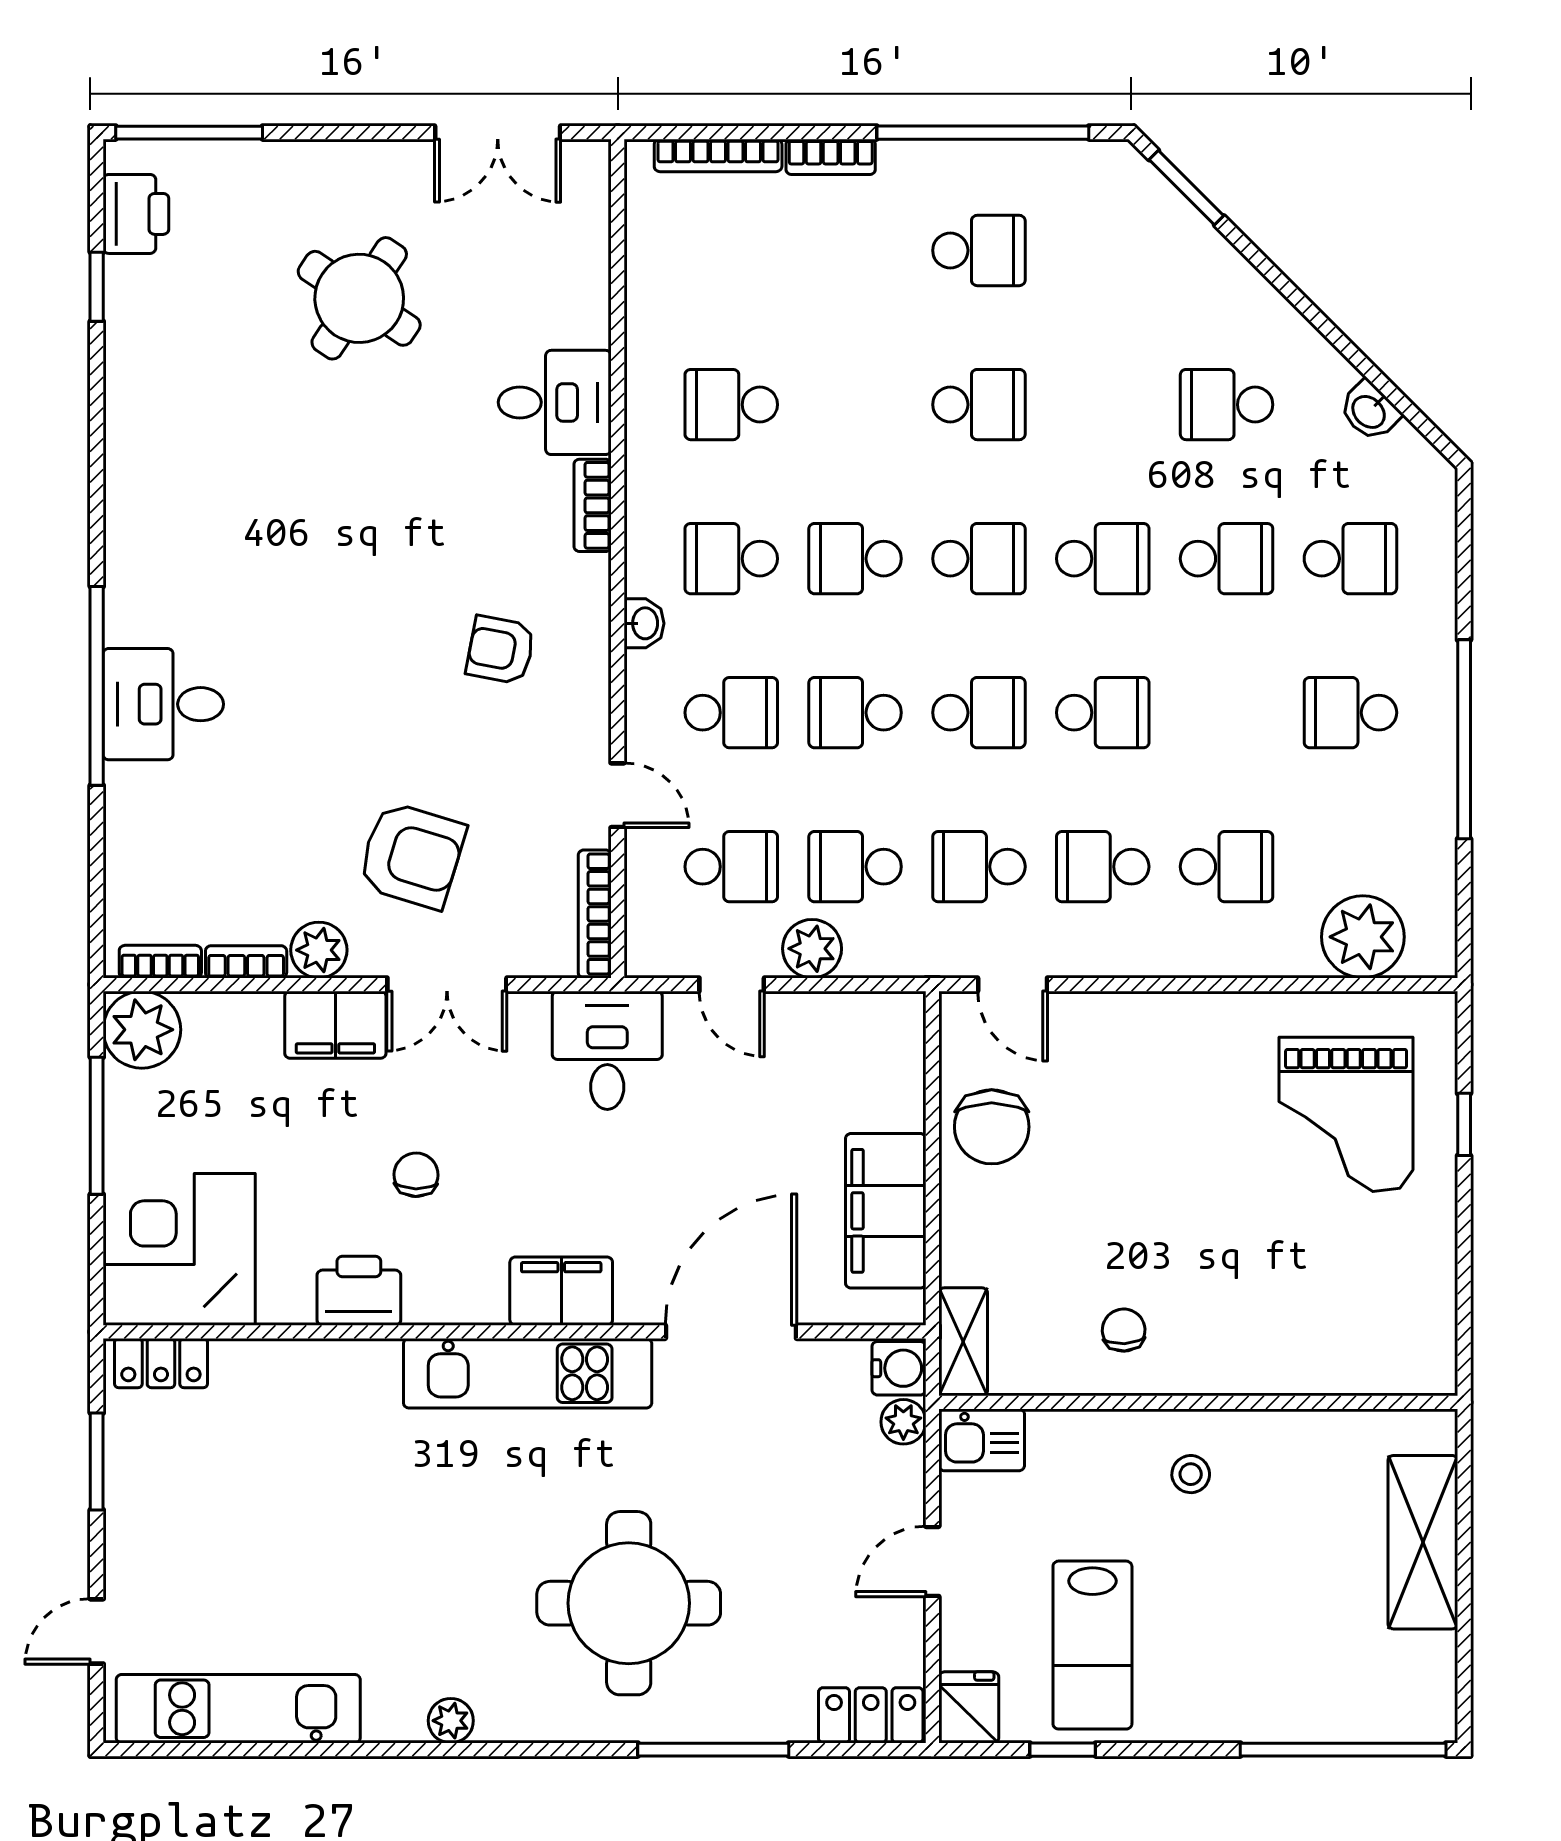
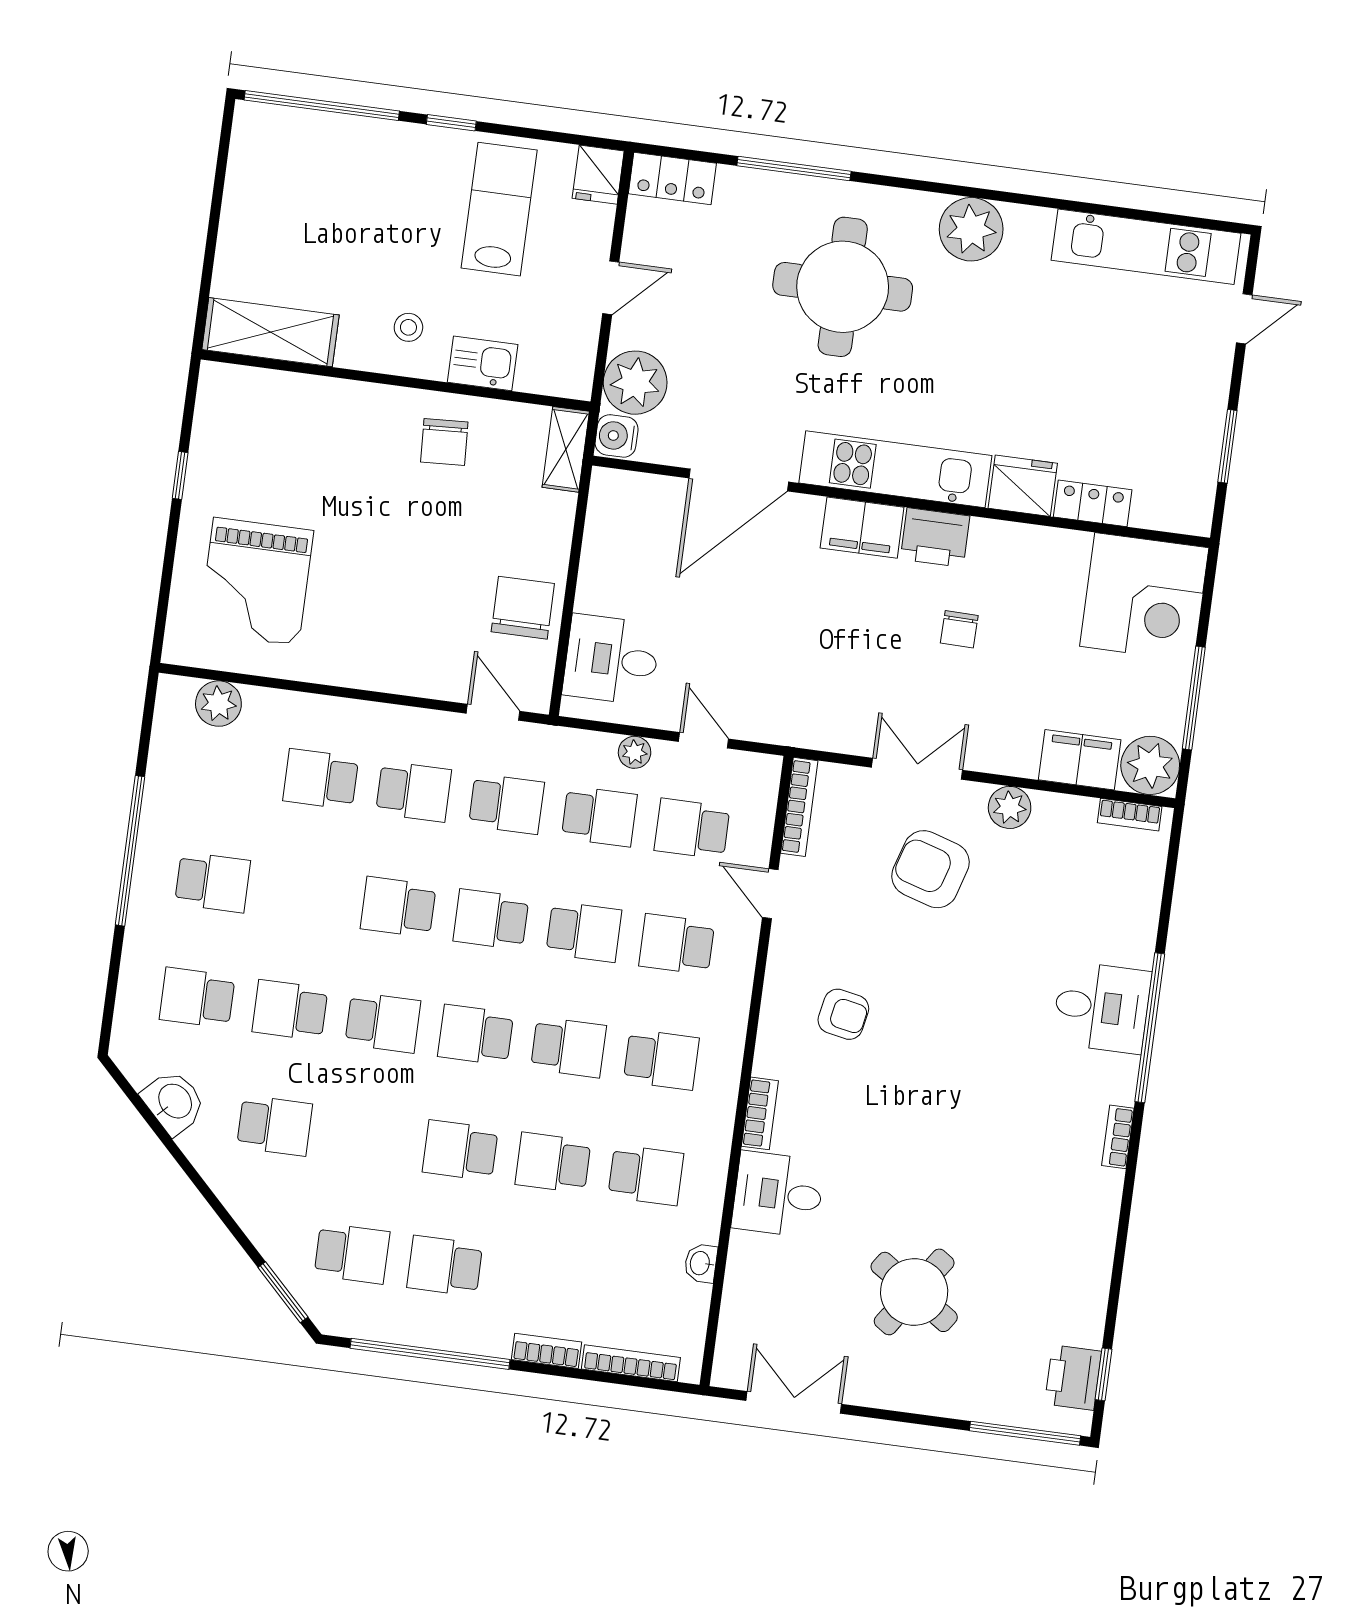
school desk: (1103, 250) -> (352, 1253), added
window: (97, 287) -> (1103, 1374), moved
school desk: (855, 405) -> (553, 1163), added
washbasin: (1369, 411) -> (174, 1102), width x1.38, depth x1.45
school desk: (1103, 559) -> (383, 1023), turned 180
washbasin: (644, 623) -> (701, 1263), moved
plant: (1363, 937) -> (218, 704), width x0.73, depth x0.73
plant: (812, 949) -> (635, 752), width x0.73, depth x0.73
bookcase: (246, 962) -> (1118, 1137), moved, turned 90
filing cabinet: (335, 1025) -> (1080, 760), moved
desk: (607, 1050) -> (611, 660), moved, turned 90
grand piano: (1346, 1114) -> (256, 582), turned 180
window: (1464, 1124) -> (180, 475), moved
filing cabinet: (886, 1211) -> (611, 555), removed
printer: (359, 1291) -> (935, 538), moved
chair: (1124, 1330) -> (444, 442), width x1.37, depth x1.37
locker: (161, 1363) -> (1093, 503), moved
fridge: (358, 1374) -> (1023, 486), added
plant: (903, 1422) -> (635, 383), width x1.87, depth x1.87
kitchen sink: (982, 1440) -> (483, 363), moved
shelving: (1423, 1542) -> (270, 332), moved, turned 90
plant: (451, 1721) -> (971, 229), width x1.88, depth x1.88
window: (1063, 1750) -> (451, 123), moved

